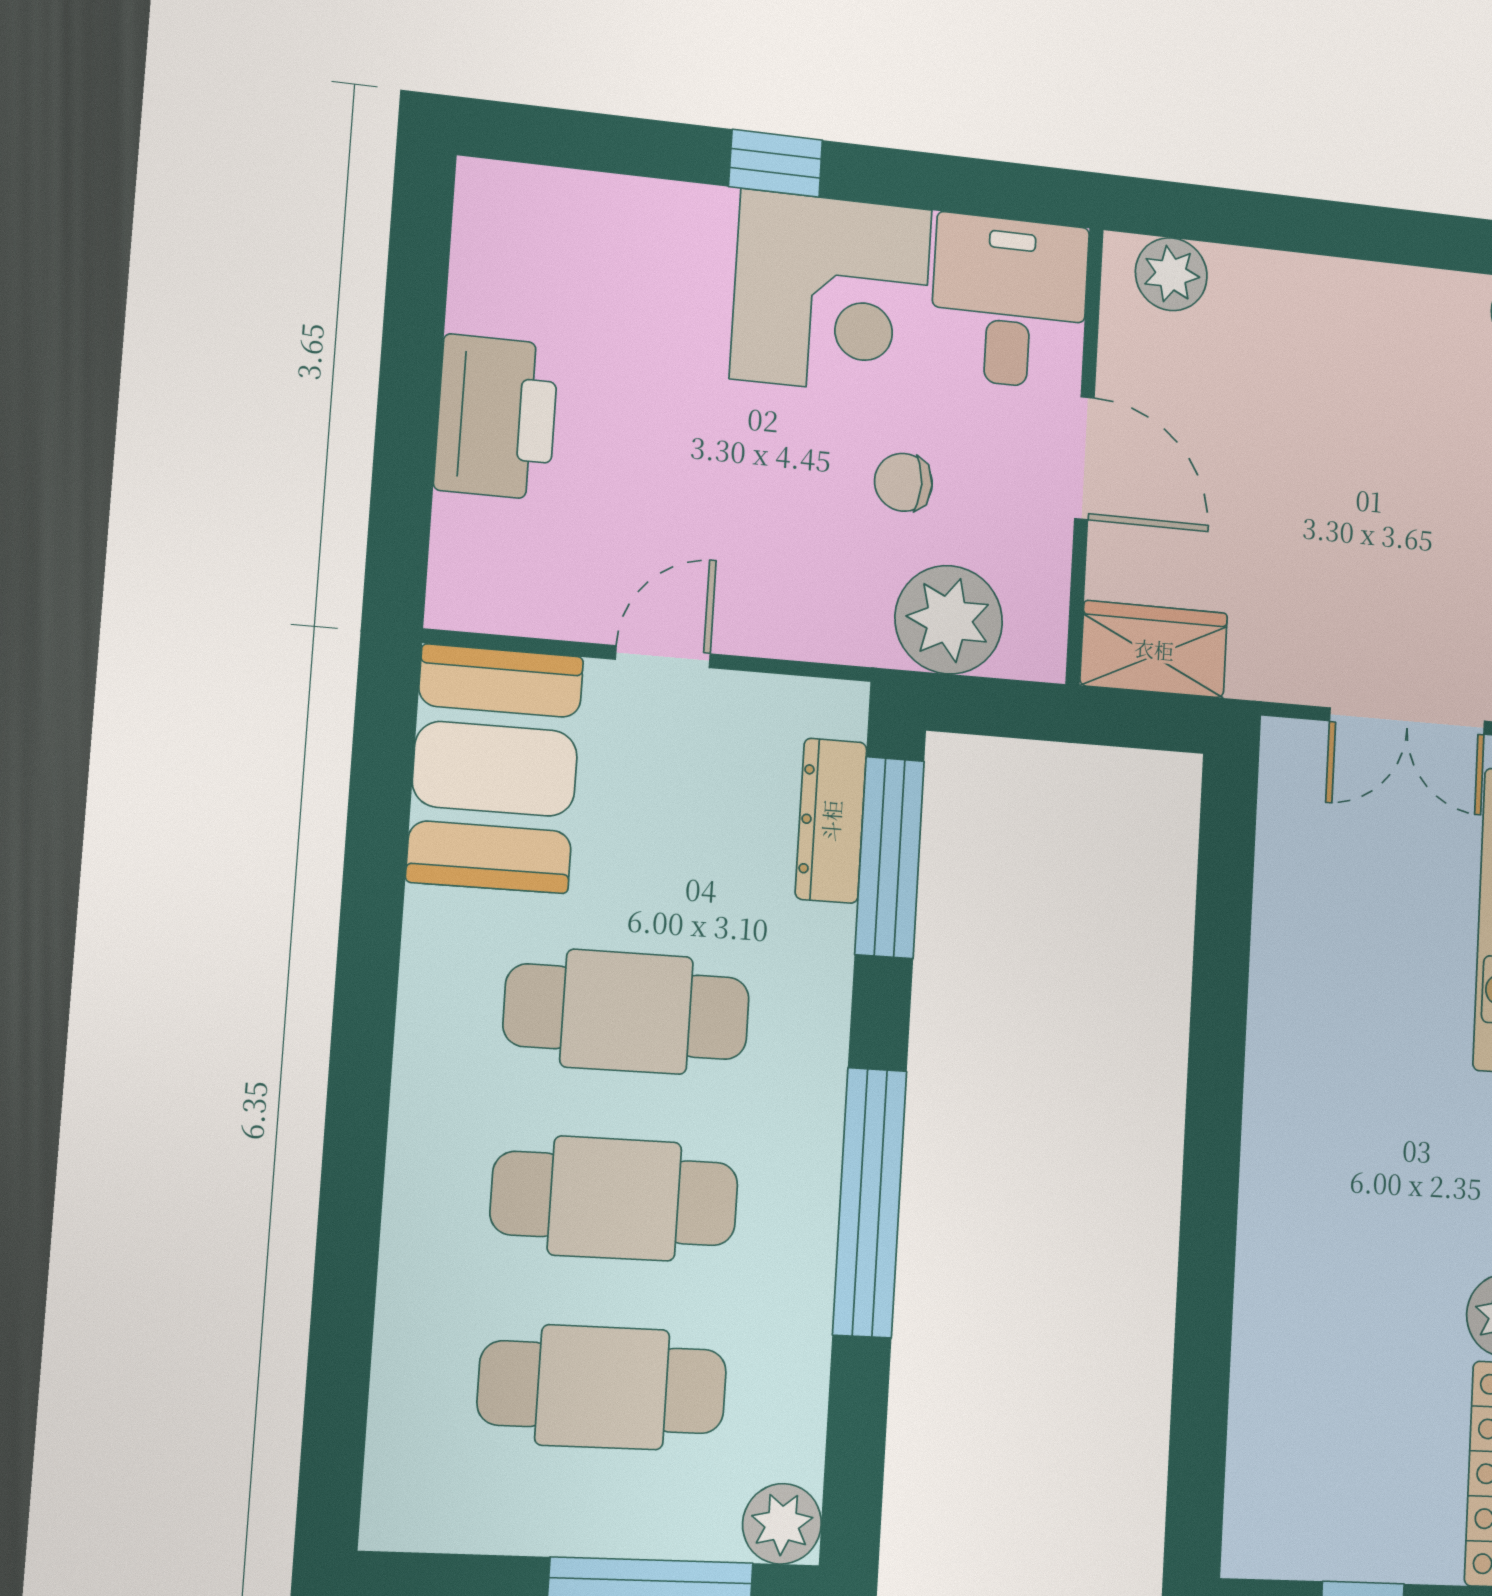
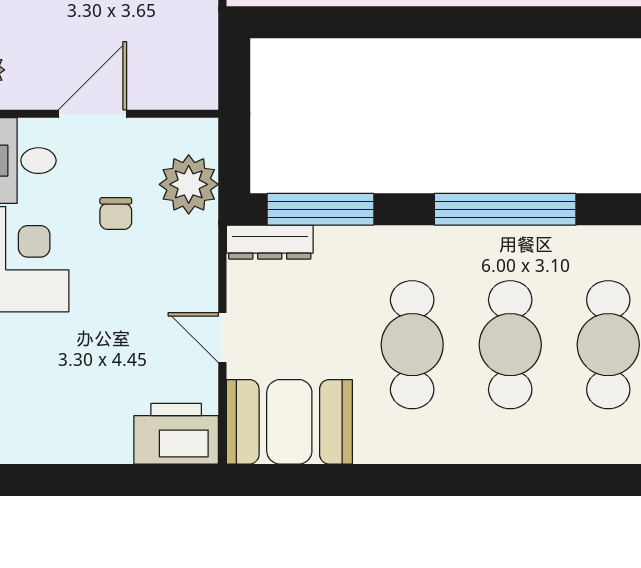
printer: (496, 417) -> (176, 434), moved
wardrobe: (1154, 649) -> (195, 69), removed
dresser: (831, 821) -> (270, 242), moved

